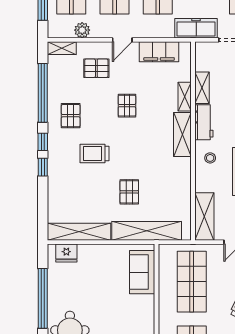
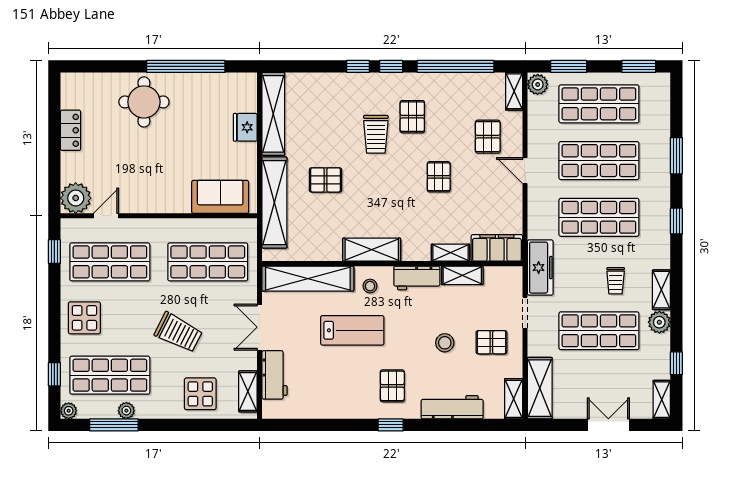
plant: (82, 30) -> (538, 84), moved
filing cabinet: (159, 52) -> (497, 248), moved, turned 90
pallet: (127, 106) -> (439, 177), turned 90
pallet: (71, 116) -> (412, 117), moved, turned 90
shelving: (182, 134) -> (372, 250), moved
trolley: (95, 154) -> (376, 134), turned 180
shelving: (204, 216) -> (308, 279), width x1.47
fridge: (66, 253) -> (245, 127), moved

